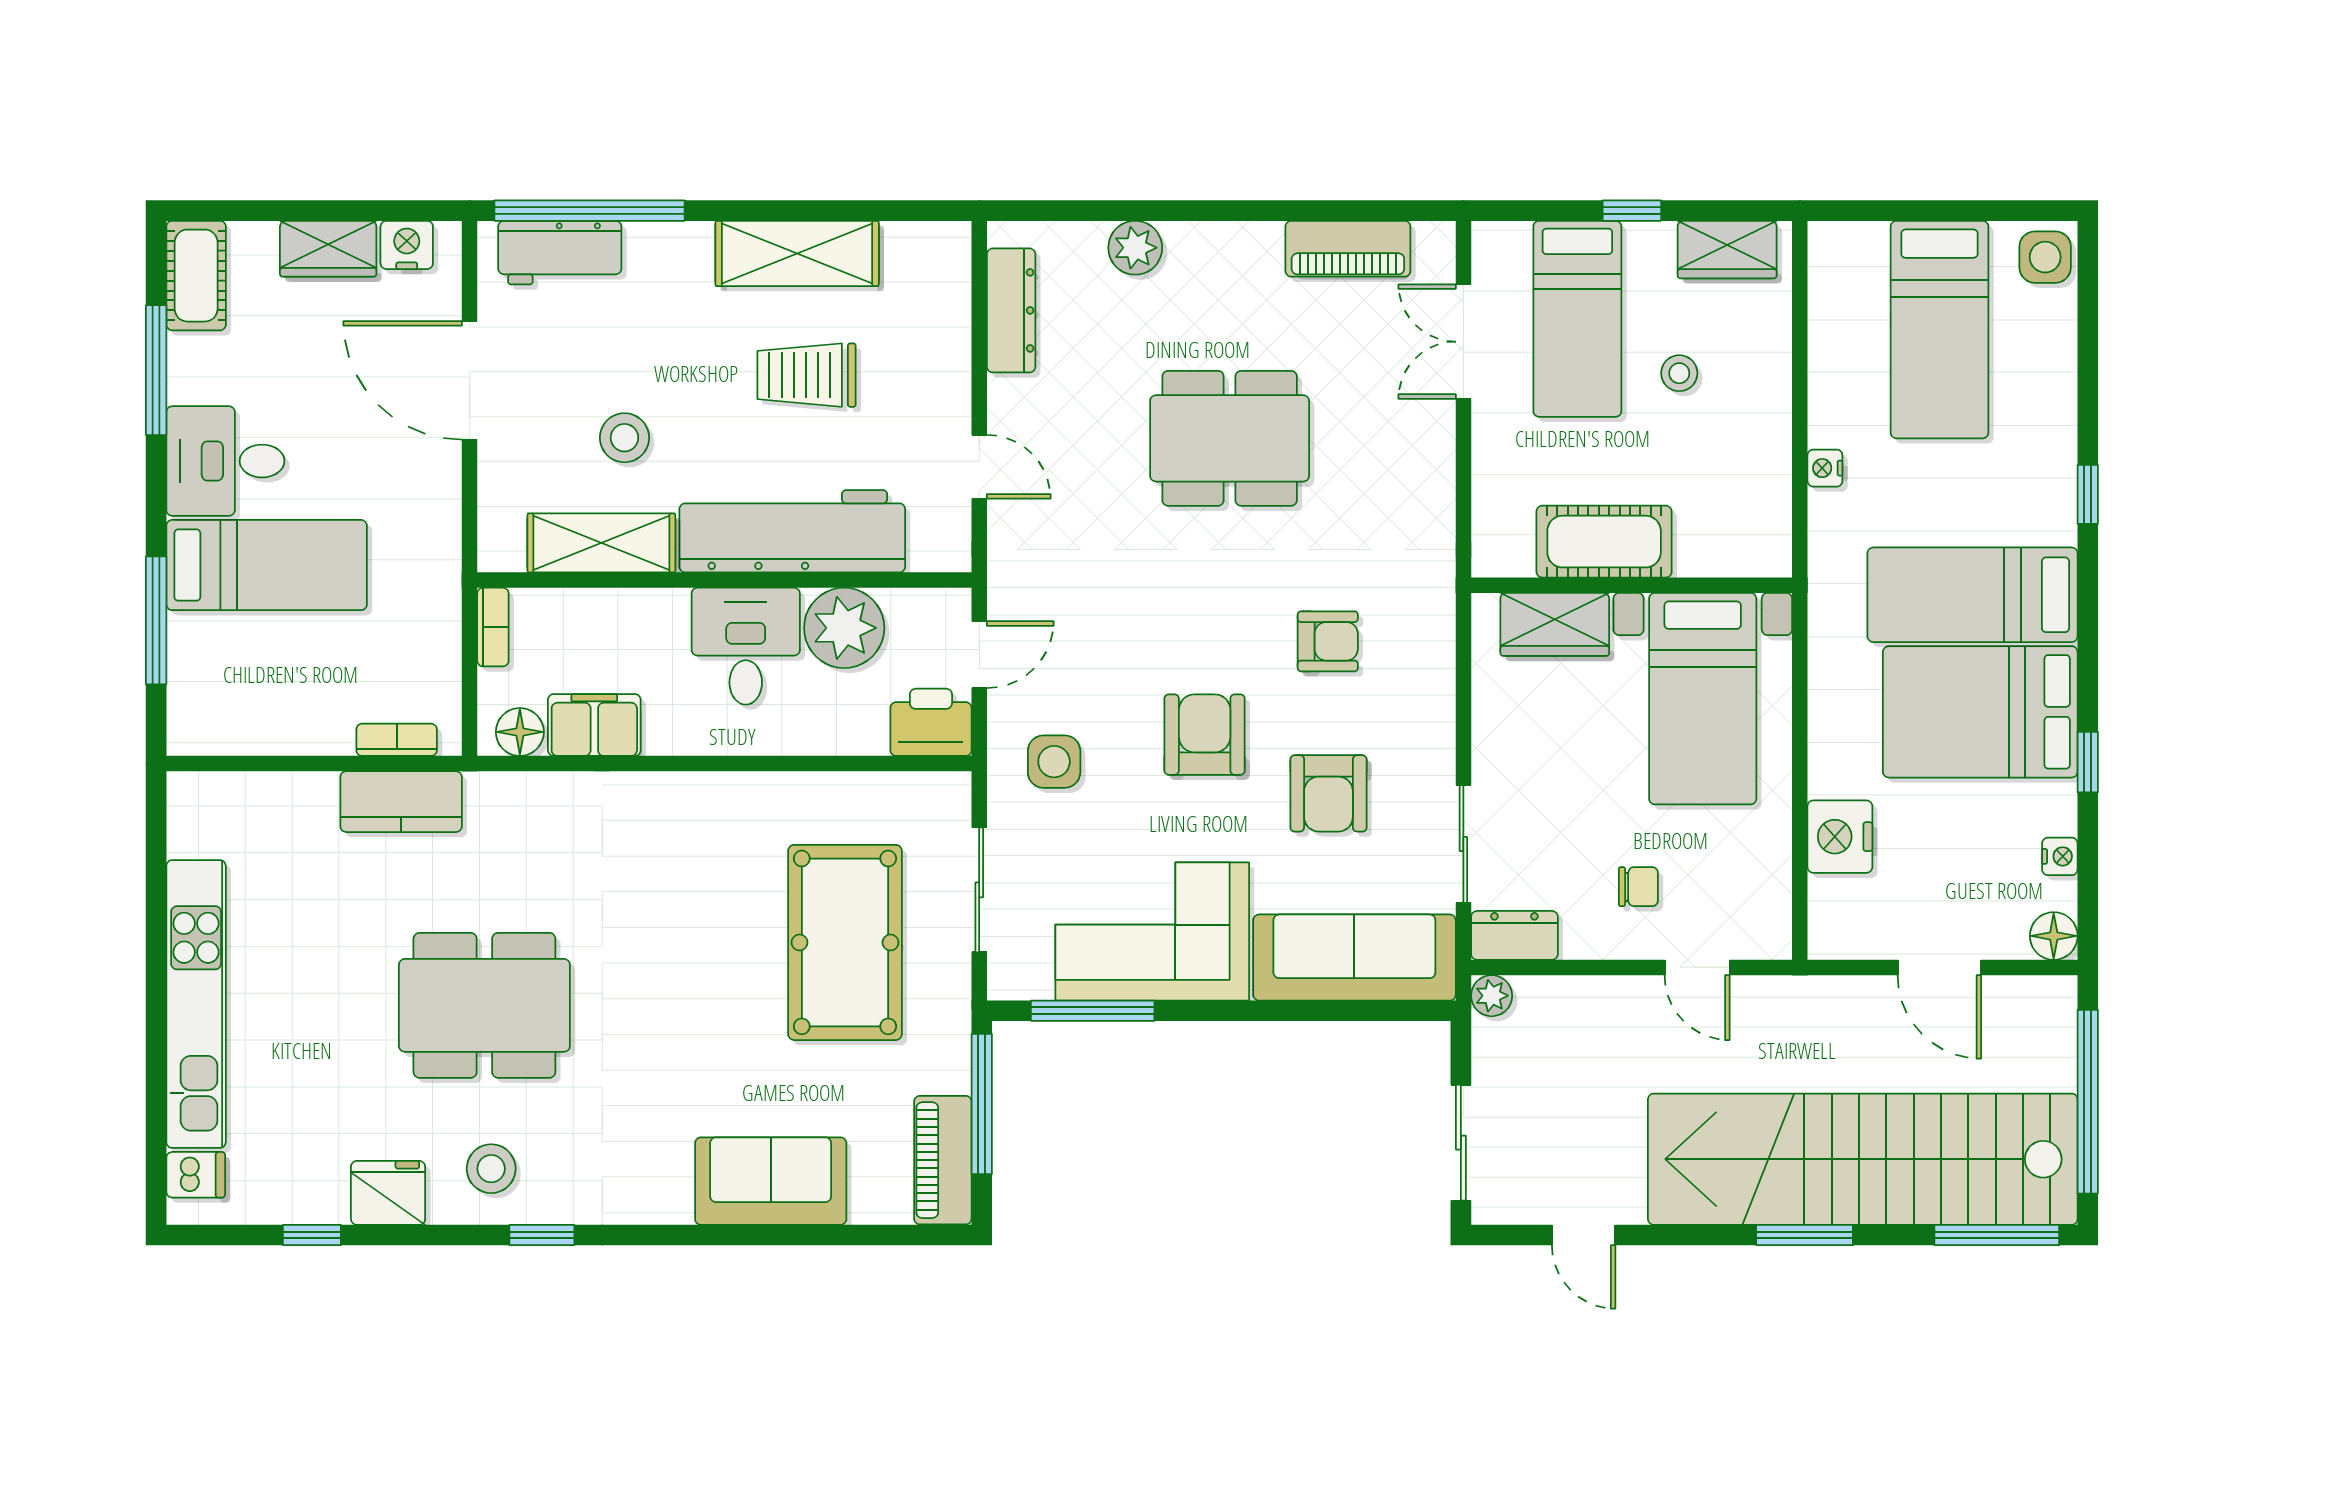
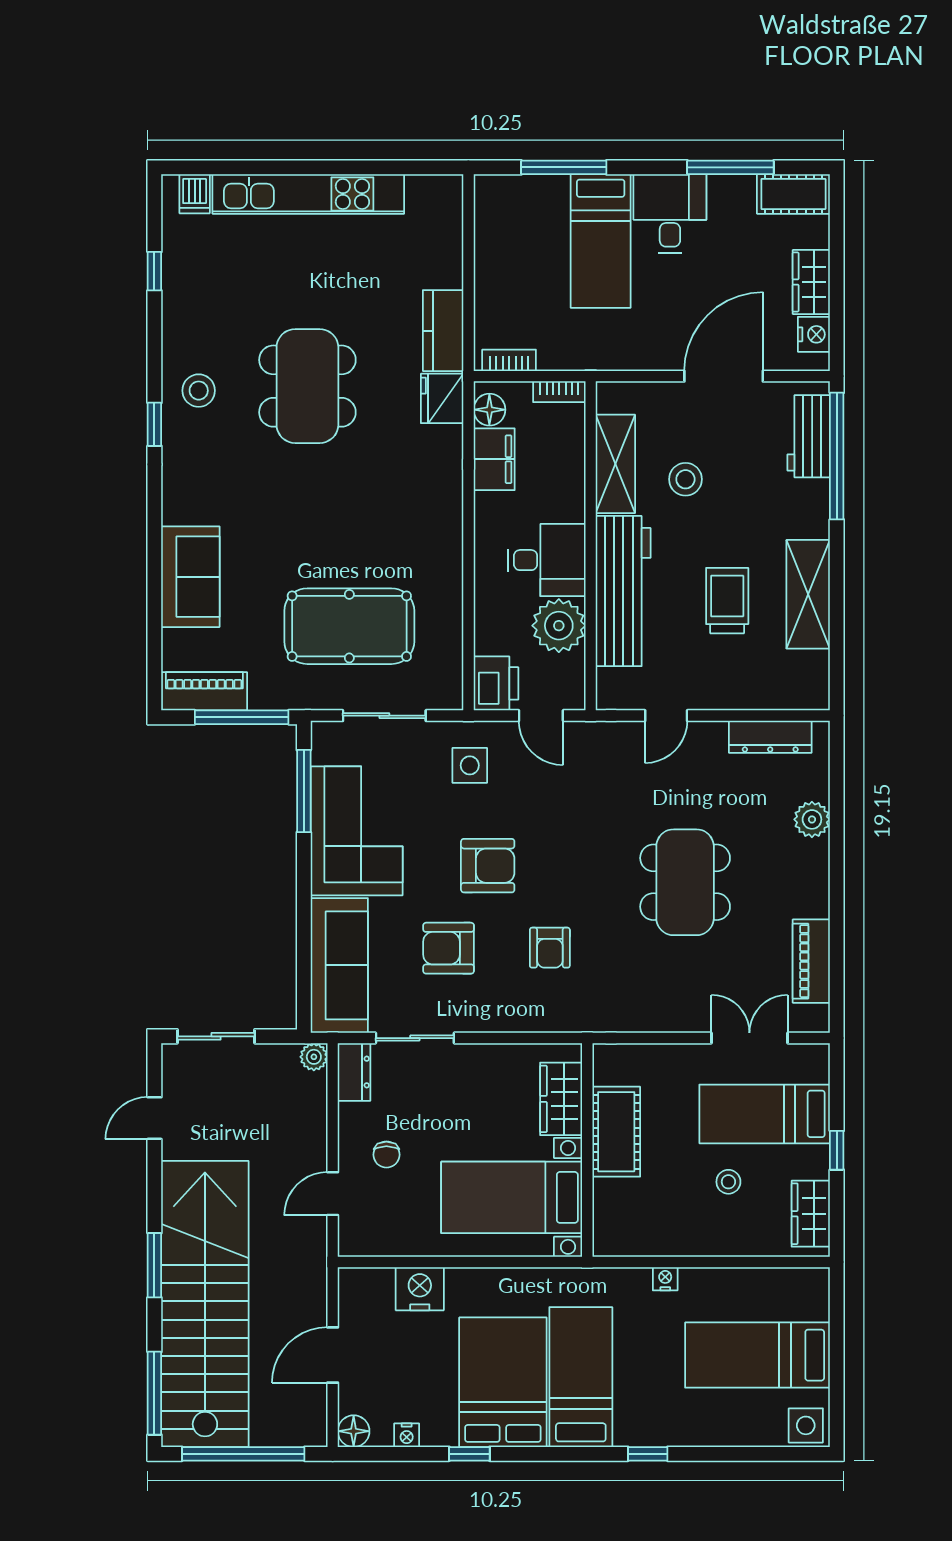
bookcase: (397, 740) -> (509, 360), moved, turned -90
fridge: (388, 1193) -> (442, 398), moved, turned 180

